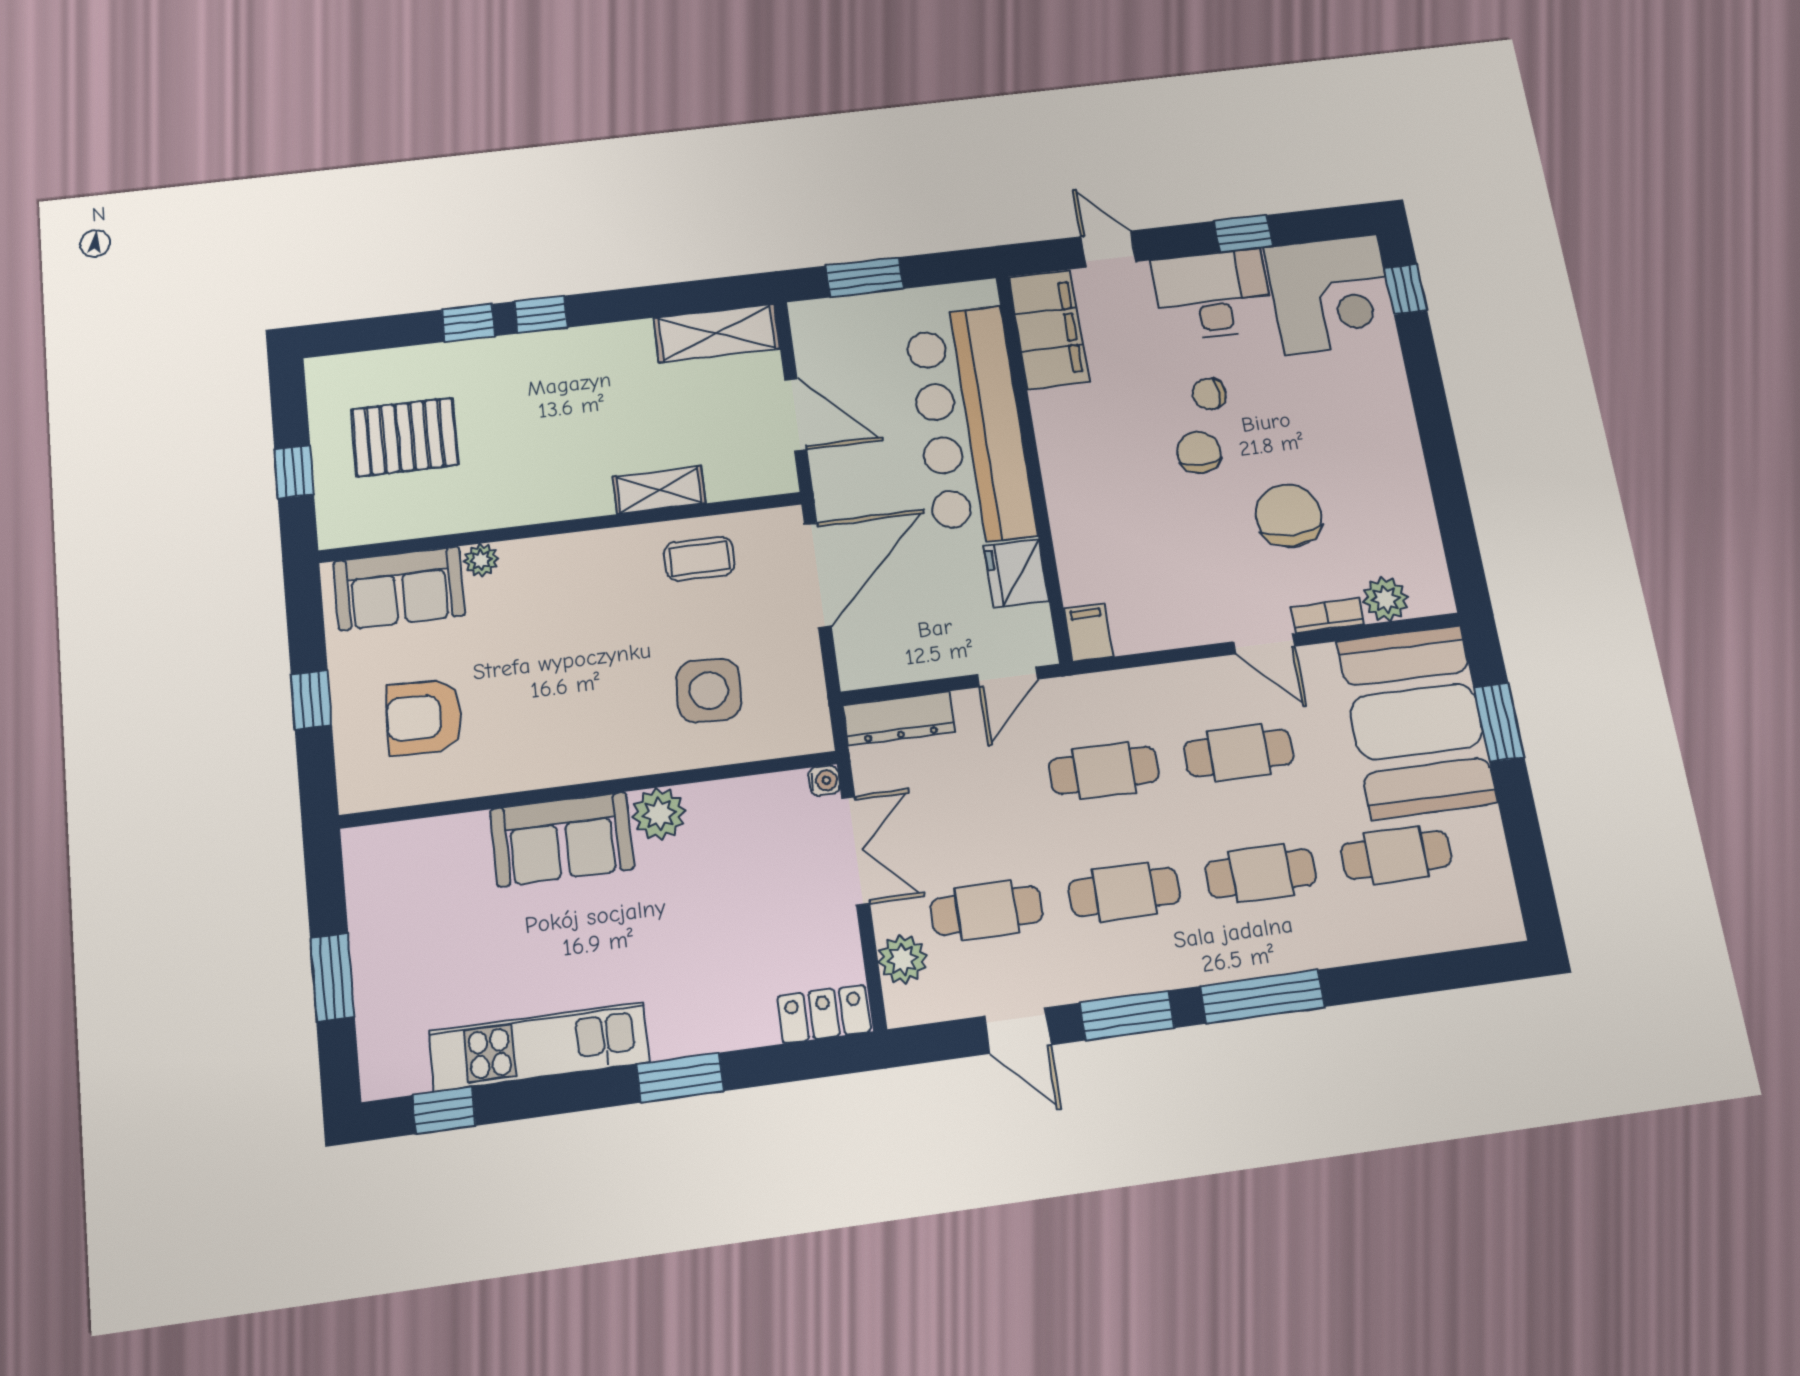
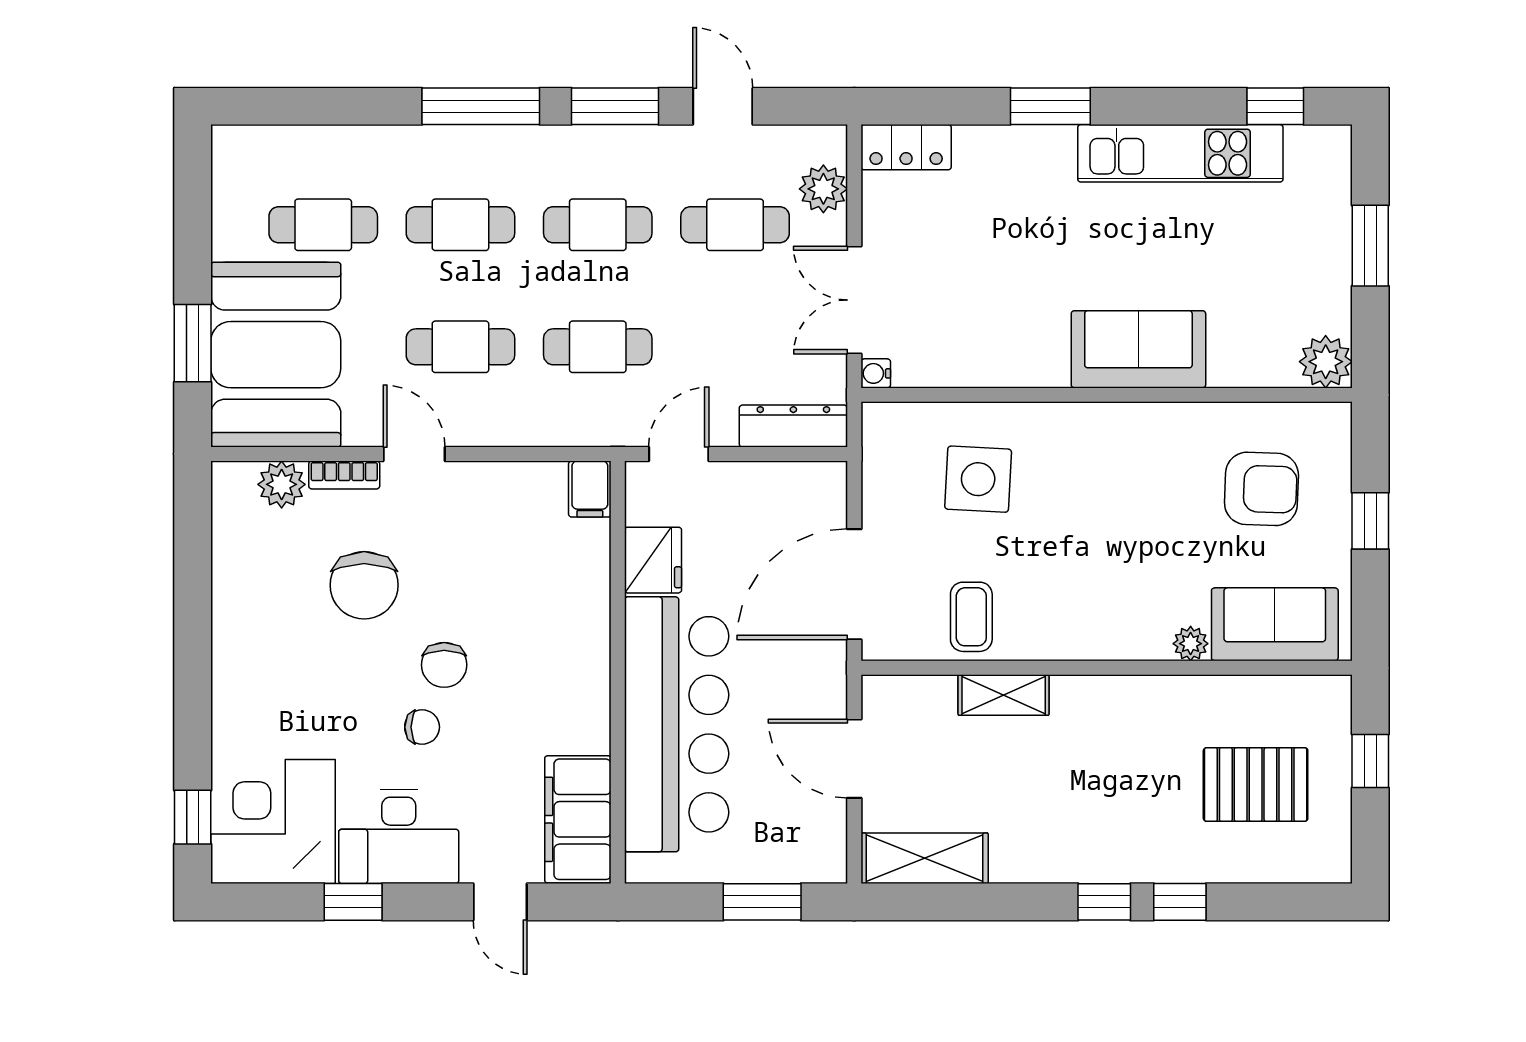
coffee table: (699, 559) -> (971, 617), turned 90
plant: (659, 814) -> (1326, 362), moved

